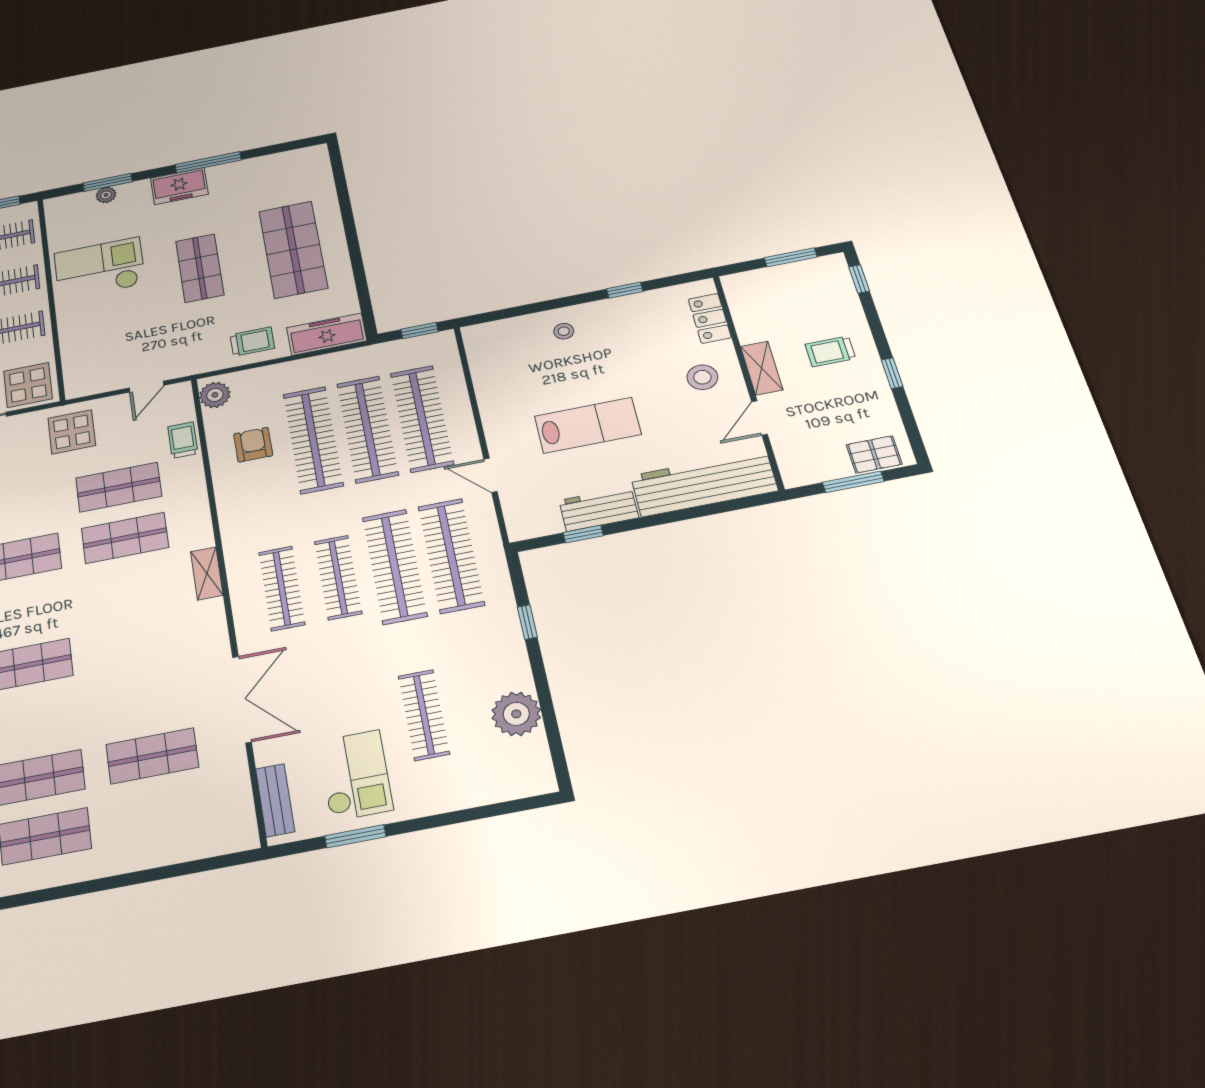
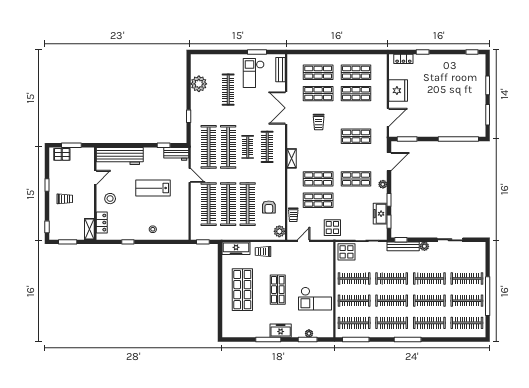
shelving: (762, 368) -> (89, 229), moved
workbench: (599, 509) -> (176, 154), moved
clothes rail: (338, 577) -> (248, 147), width x0.73
trolley: (141, 681) -> (319, 122), added
shop shelf: (160, 815) -> (318, 72), added

